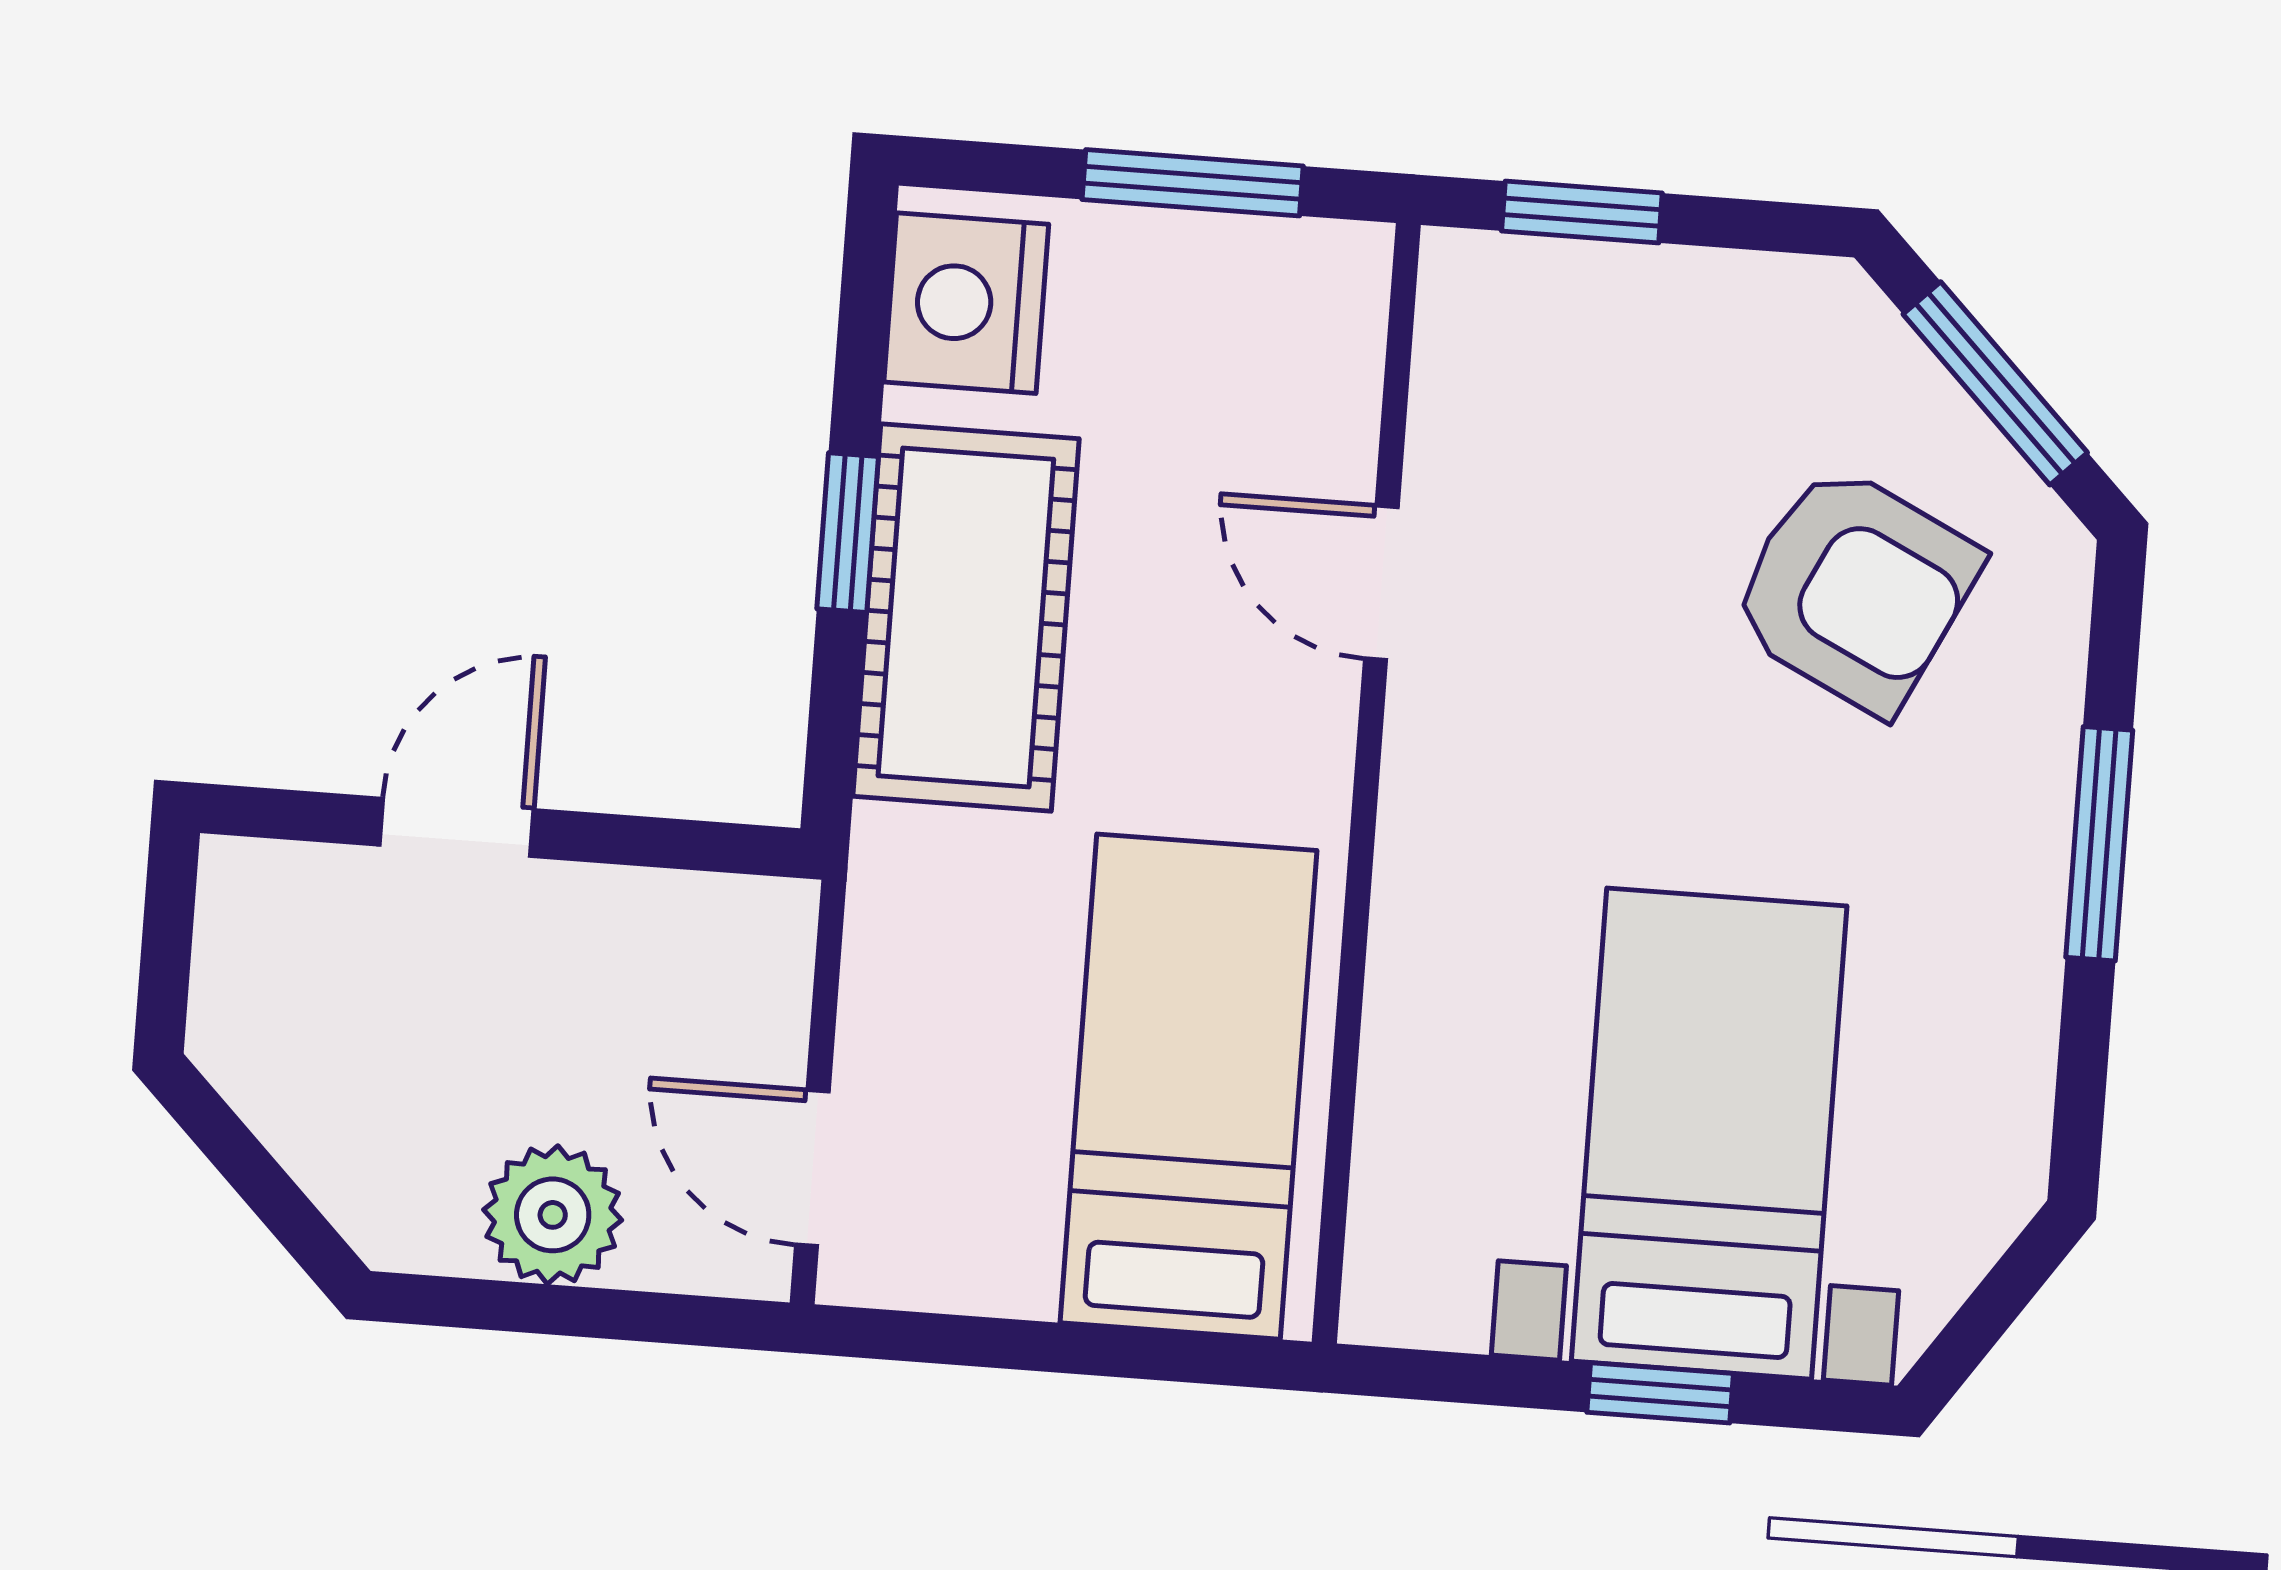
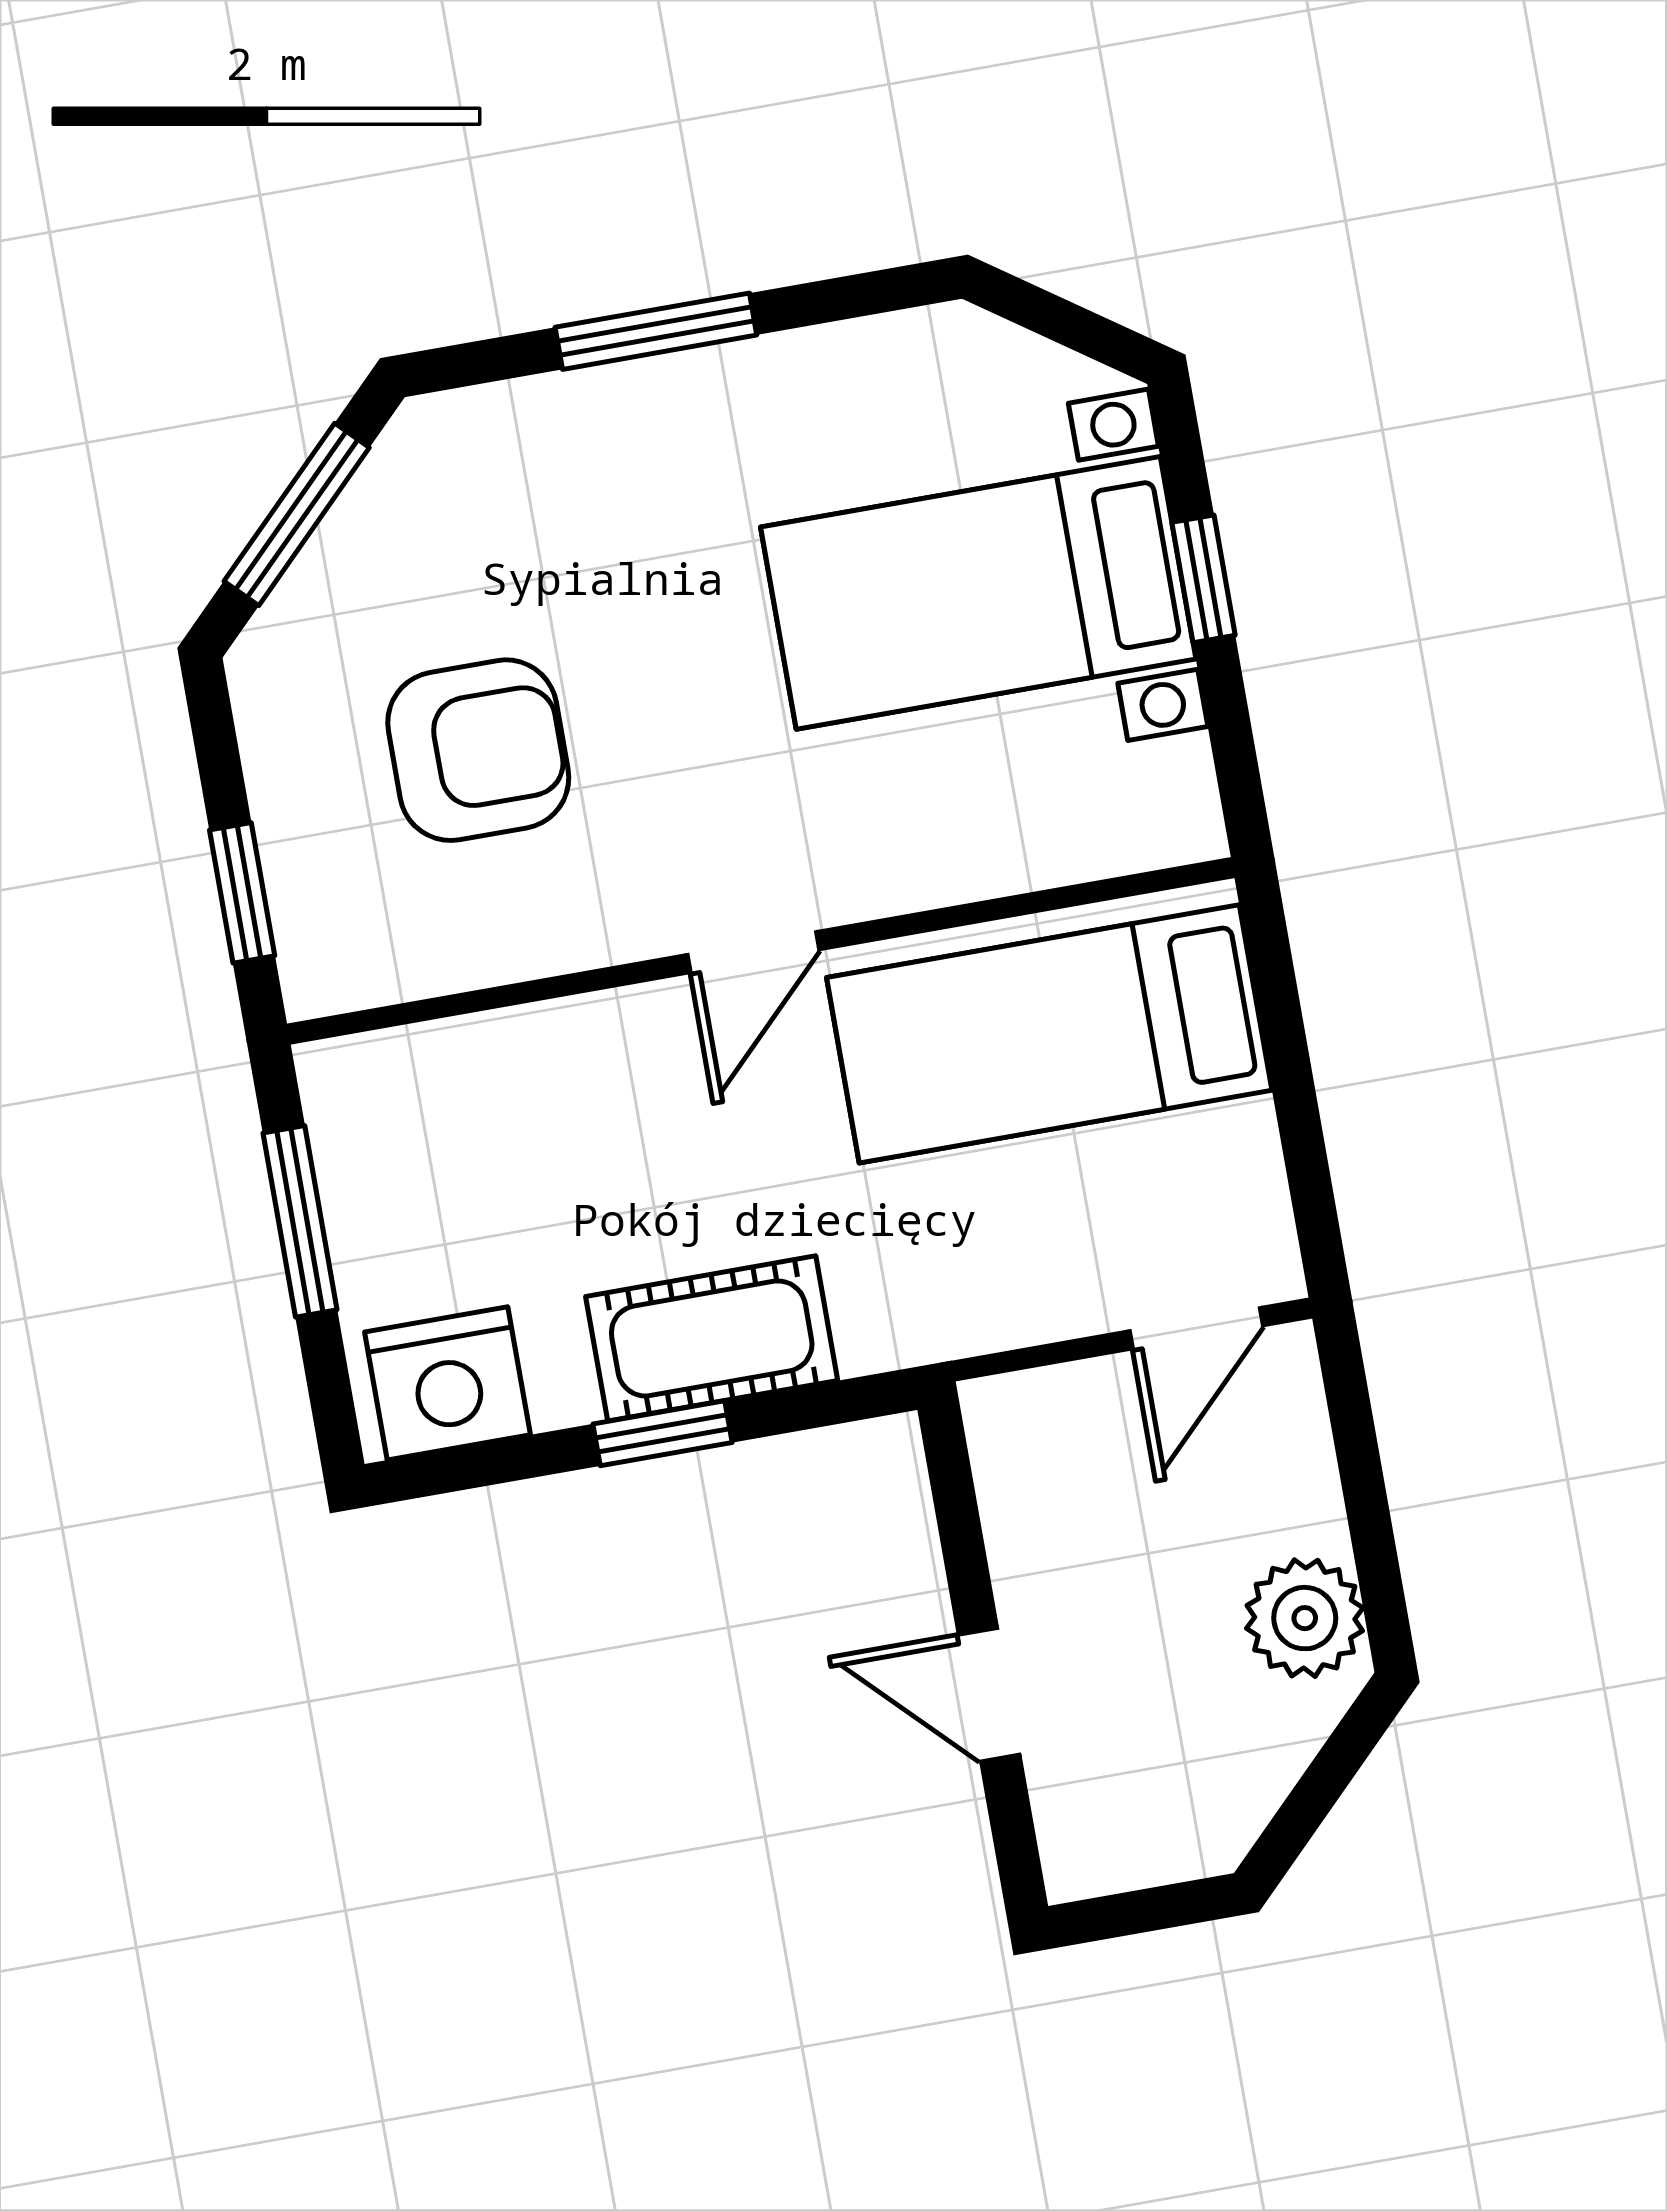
door: (1381, 583) -> (753, 952), moved
armchair: (1855, 589) -> (478, 750), moved, turned 64
cot: (966, 618) -> (712, 1338), width x0.73, depth x0.75
plant: (553, 1215) -> (1305, 1618), moved

